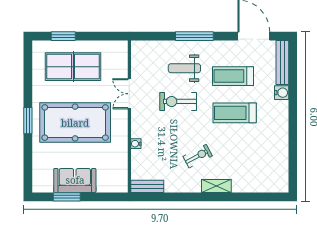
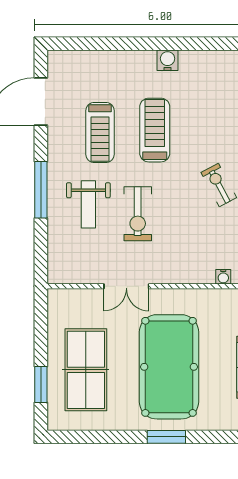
bench: (282, 63) -> (80, 59), removed
water cooler: (282, 93) -> (168, 60), moved
treadmill: (235, 113) -> (155, 130), turned 180
water cooler: (136, 144) -> (223, 277), moved

